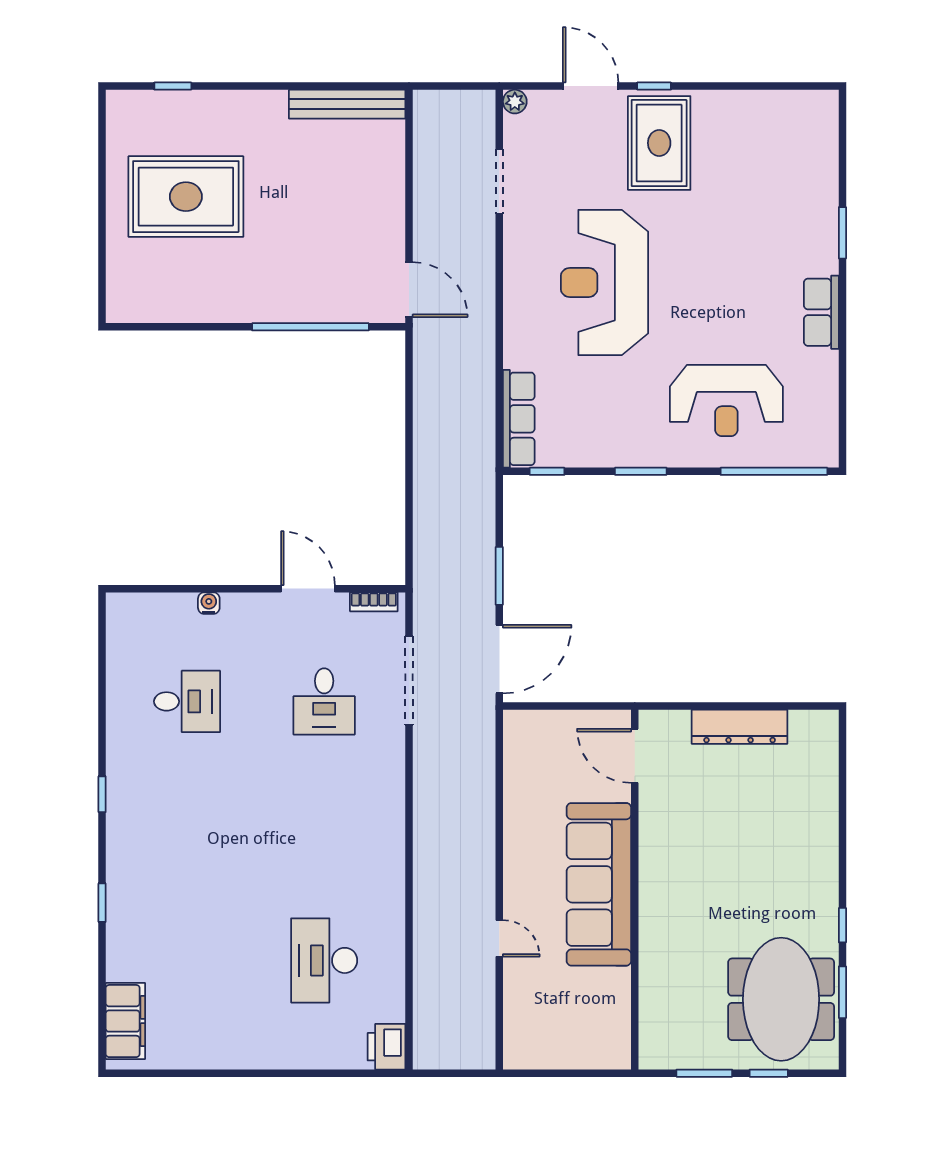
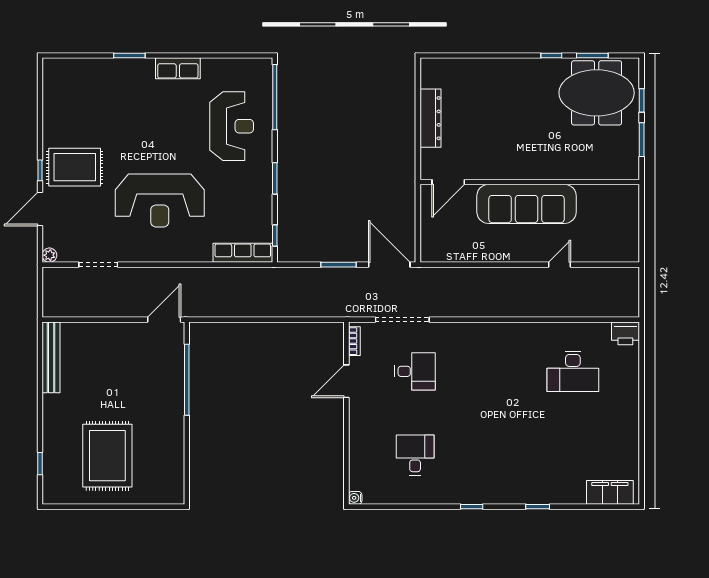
water cooler: (209, 603) -> (355, 498), moved

